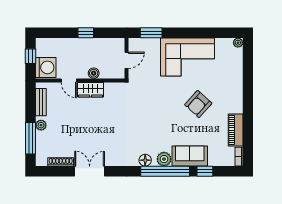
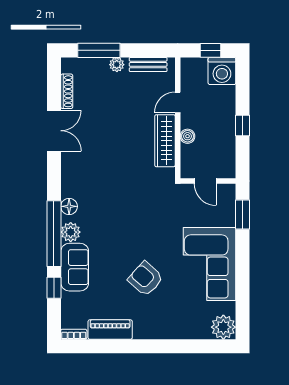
plant: (238, 43) -> (223, 327), width x1.88, depth x1.88
washing machine: (46, 67) -> (222, 71), moved
wardrobe: (91, 90) -> (165, 141), width x1.50

